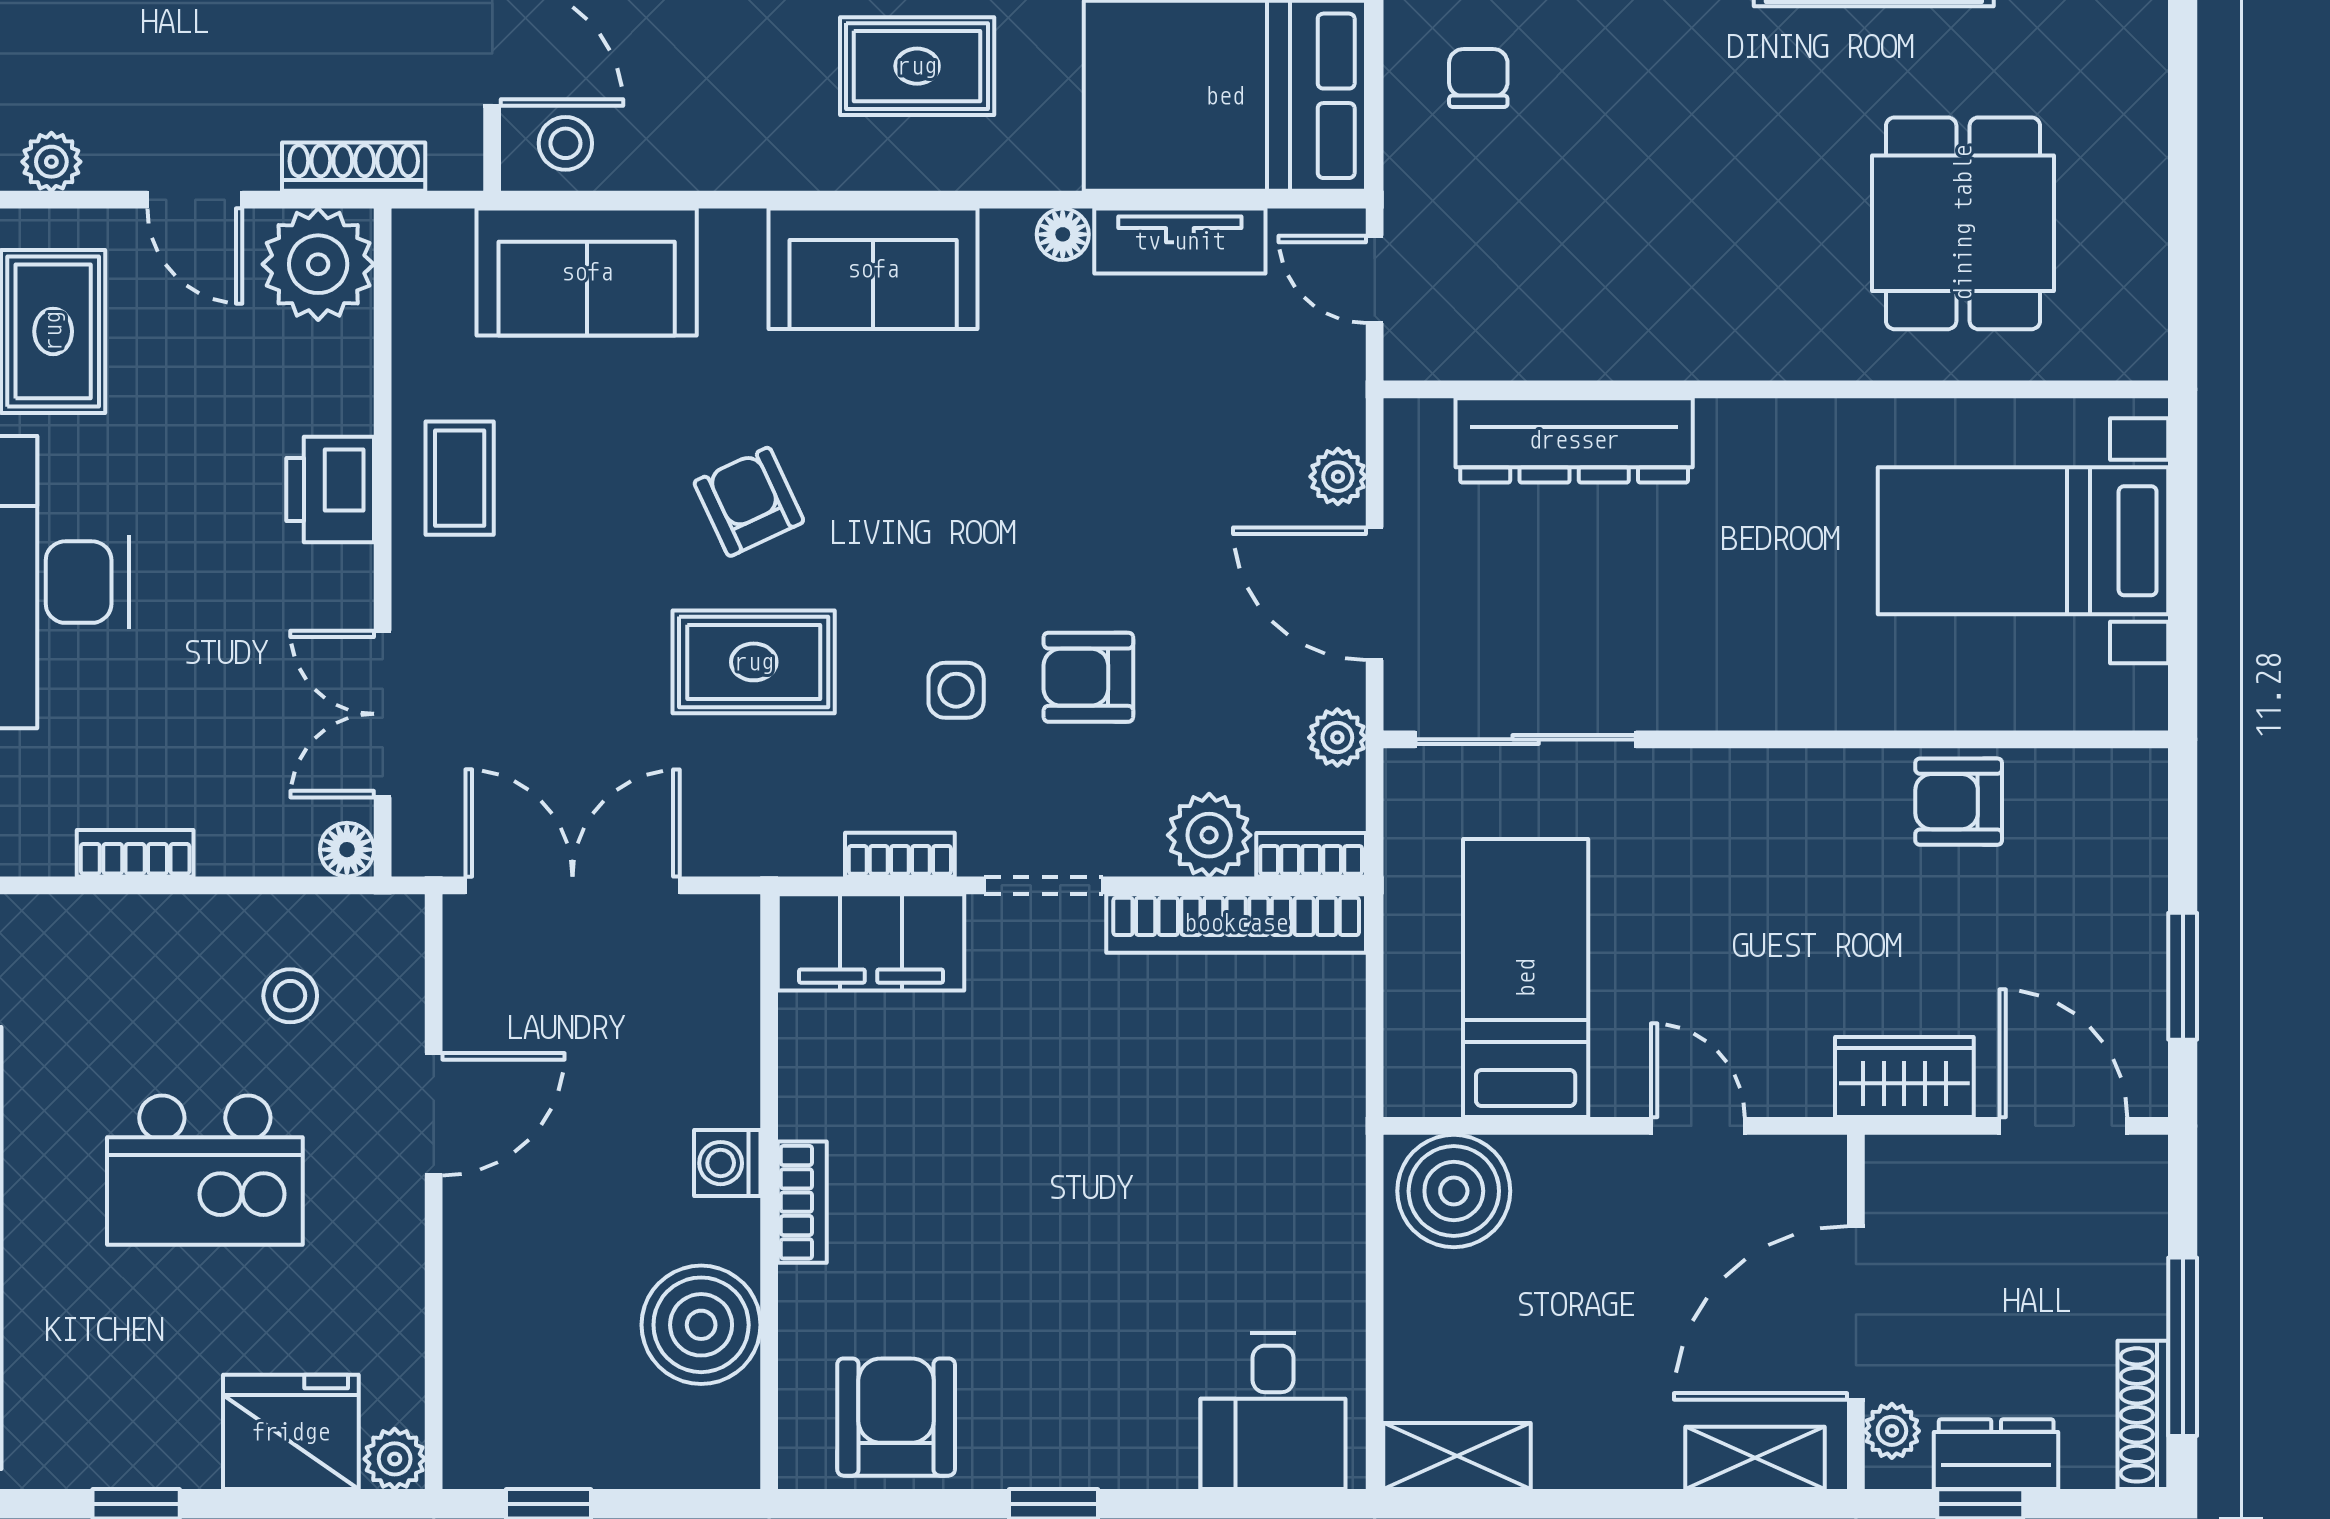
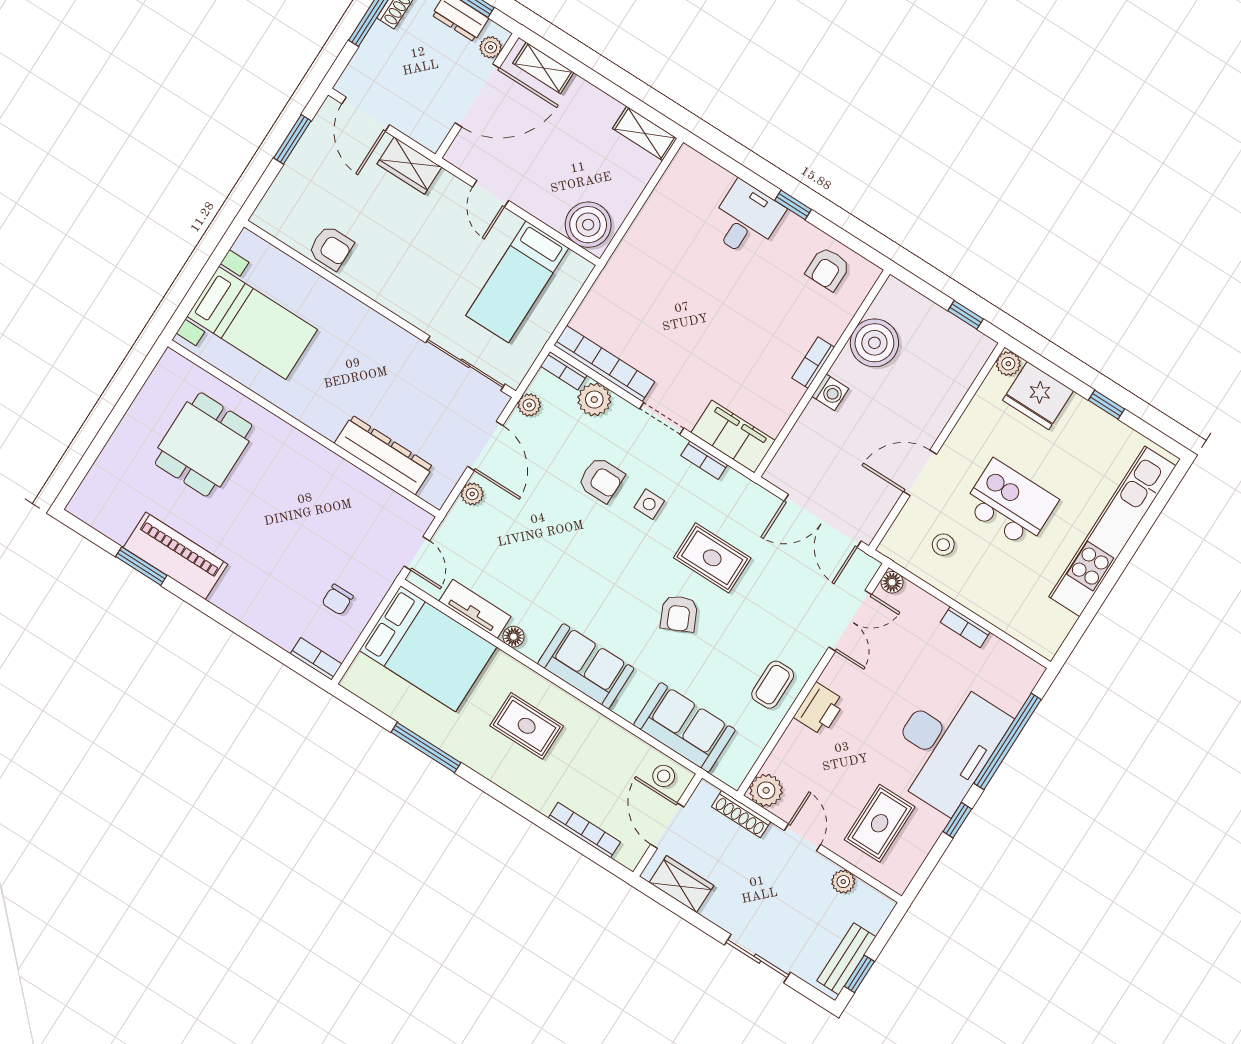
plant: (318, 264) -> (766, 790), width x0.73, depth x0.73
desk: (1273, 1411) -> (746, 219), moved
armchair: (896, 1417) -> (828, 269), width x0.72, depth x0.72

